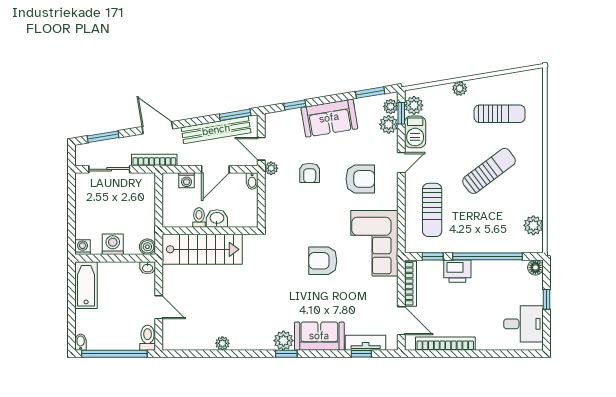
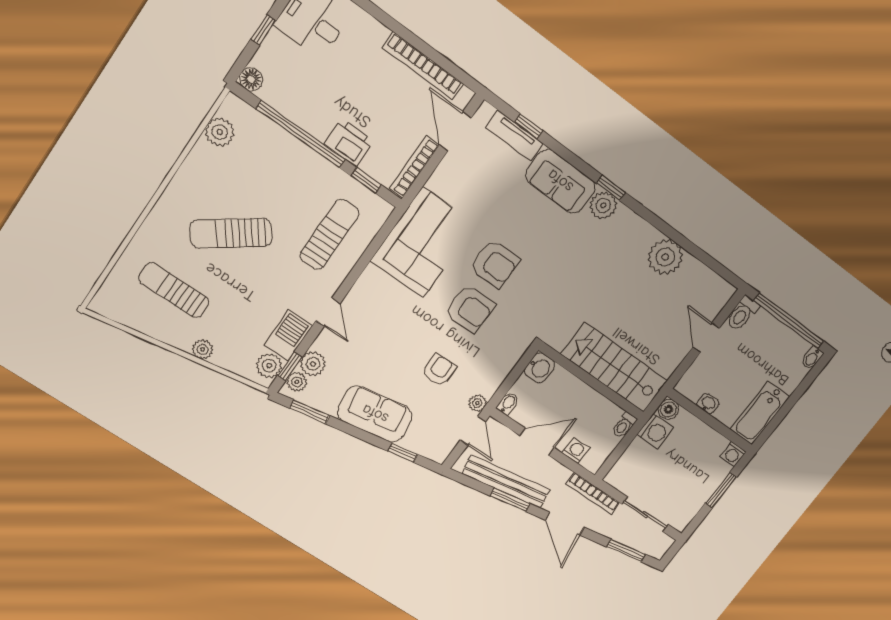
window: (235, 115) -> (510, 500), moved
door: (401, 163) -> (328, 312), swing flipped
armchair: (360, 179) -> (470, 309), moved, turned 180
toilet: (199, 217) -> (624, 425), moved
washbasin: (217, 218) -> (539, 368), moved, turned -90
window: (72, 219) -> (721, 490), added
washing machine: (113, 244) -> (655, 432), moved, turned -90
washbasin: (148, 268) -> (708, 404), moved
plant: (222, 343) -> (665, 257), width x1.88, depth x1.88

